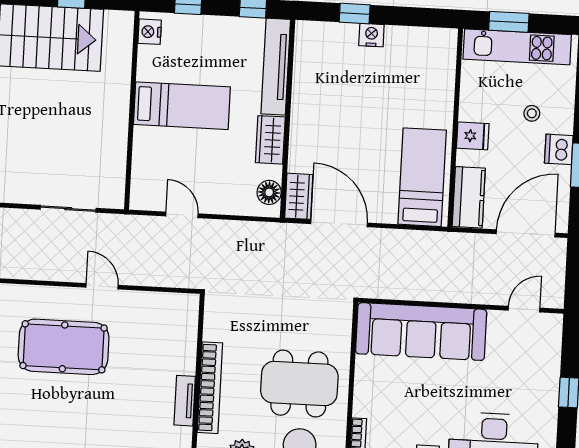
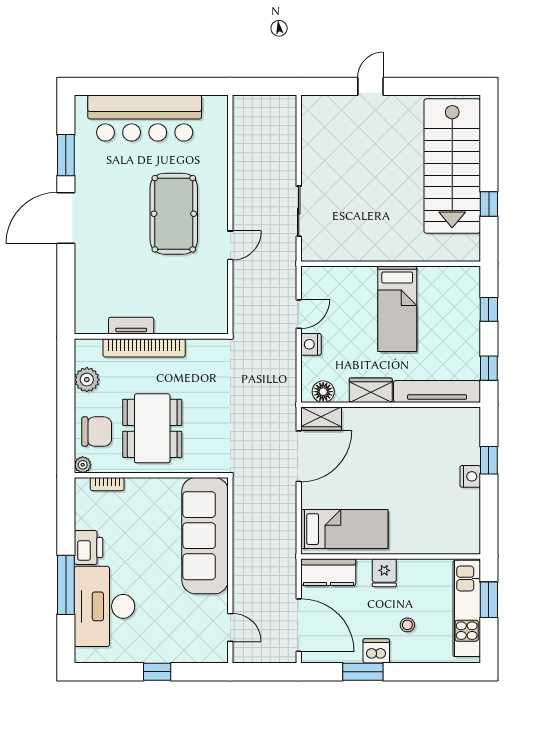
nightstand: (150, 32) -> (311, 344), moved, turned -90

